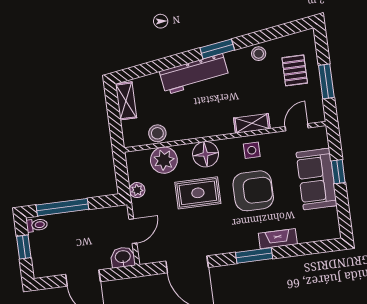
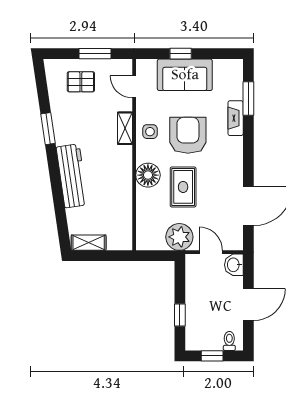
window: (217, 49) -> (48, 129), moved
stool: (259, 54) -> (61, 113), removed
stool: (157, 133) -> (123, 217), removed
plant: (164, 160) -> (148, 215), removed
plant: (137, 190) -> (179, 237), width x1.88, depth x1.88
window: (62, 207) -> (180, 315), width x0.46
toilet: (37, 225) -> (229, 341), moved
window: (254, 255) -> (248, 99), moved

